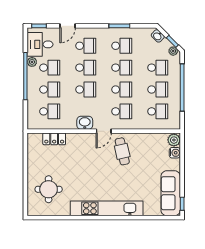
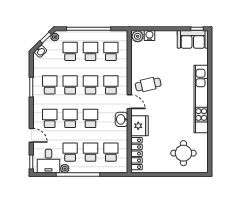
locker: (54, 139) -> (136, 154), width x1.53
fridge: (78, 142) -> (140, 126), added
sofa: (171, 193) -> (193, 39), width x0.73

